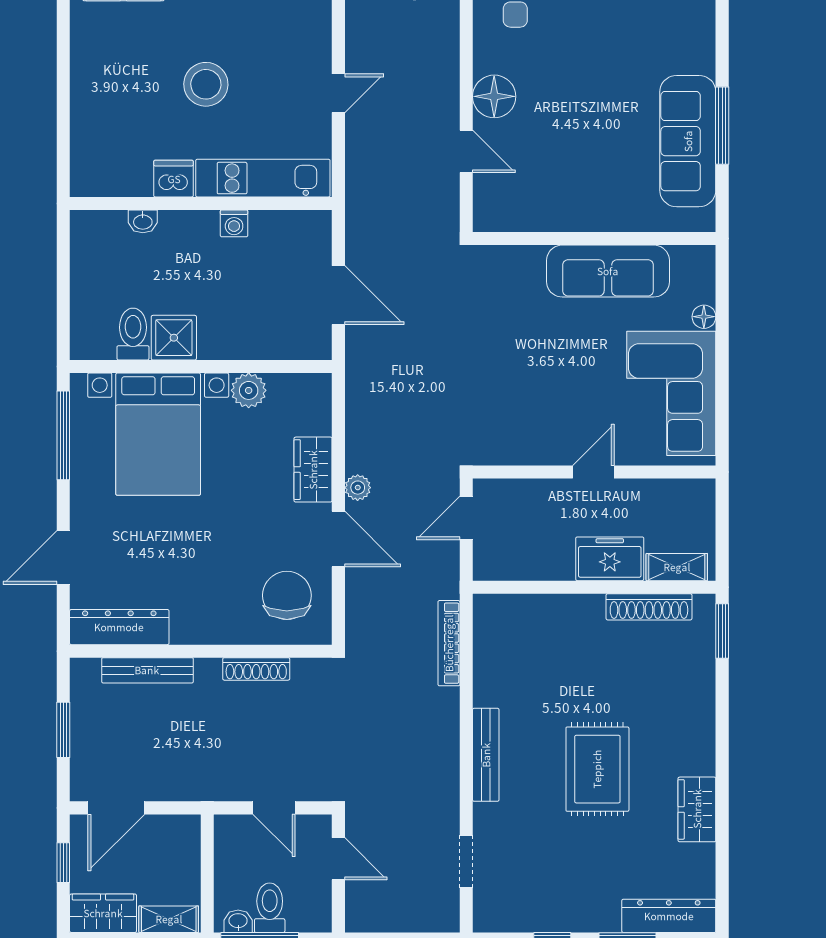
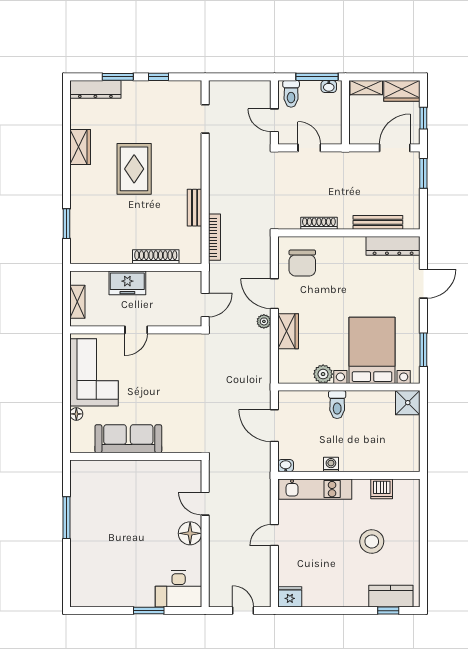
stool: (206, 84) -> (372, 541), moved
sofa: (688, 141) -> (85, 509), removed
dishwasher: (174, 179) -> (382, 489), moved
washbasin: (143, 221) -> (286, 466), moved
toilet: (133, 334) -> (337, 405), moved
shower: (174, 338) -> (408, 403), moved
window: (63, 435) -> (423, 350), width x0.69
shelving: (677, 567) -> (77, 302), moved, turned 90
shoe rack: (649, 607) -> (156, 257), moved
window: (722, 631) -> (66, 224), moved
window: (63, 730) -> (423, 173), moved
bench: (486, 755) -> (195, 208), moved, width x0.73
toilet: (270, 908) -> (291, 94), moved

